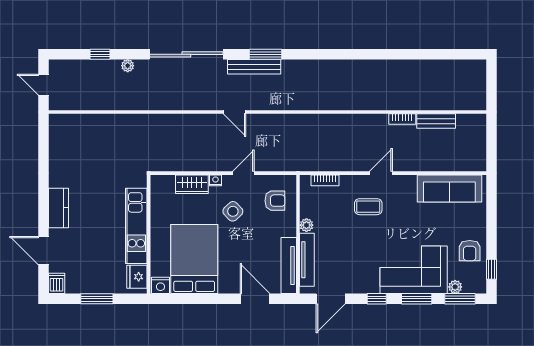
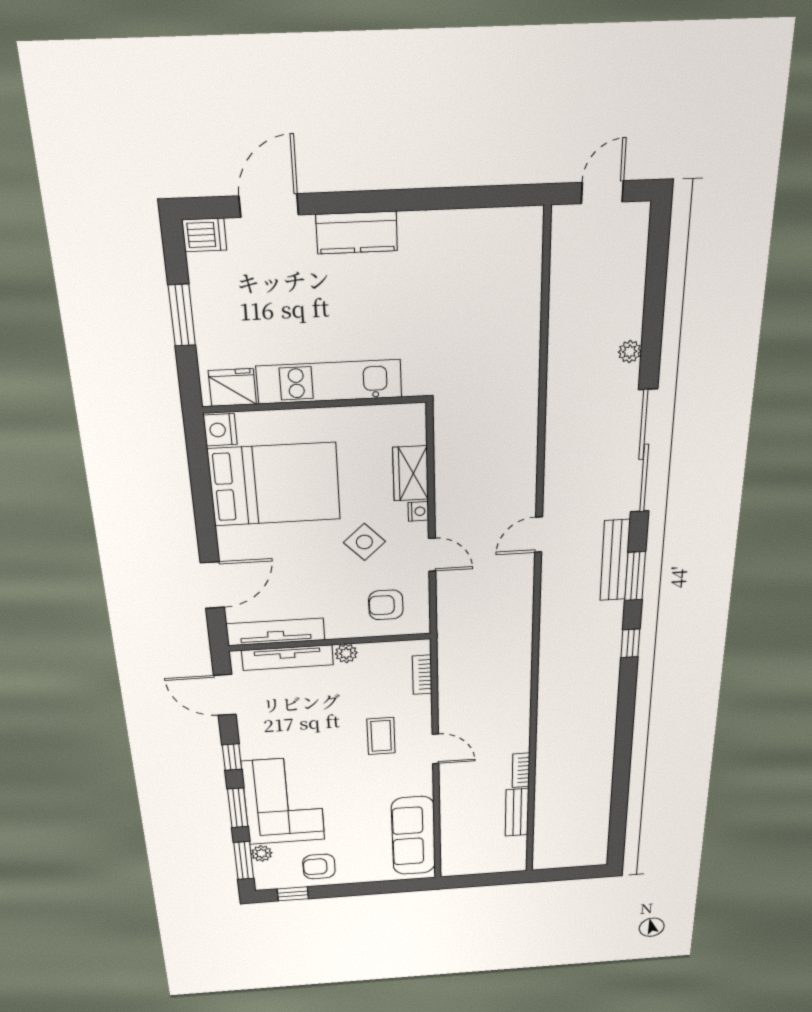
window: (100, 54) -> (630, 643), moved
armchair: (275, 201) -> (386, 605), turned 90

